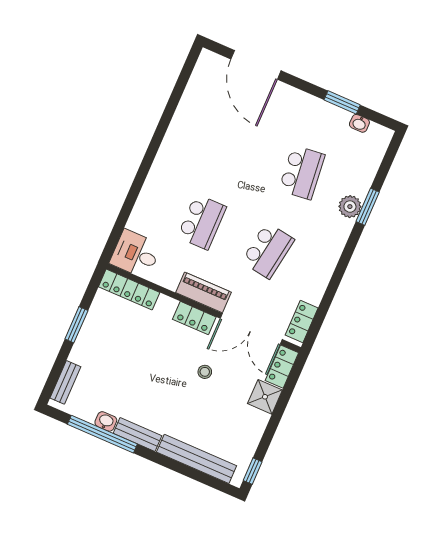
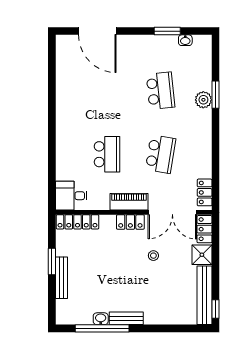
bench: (65, 382) -> (62, 278), moved, width x1.36
bench: (197, 459) -> (205, 295), moved, turned 90

